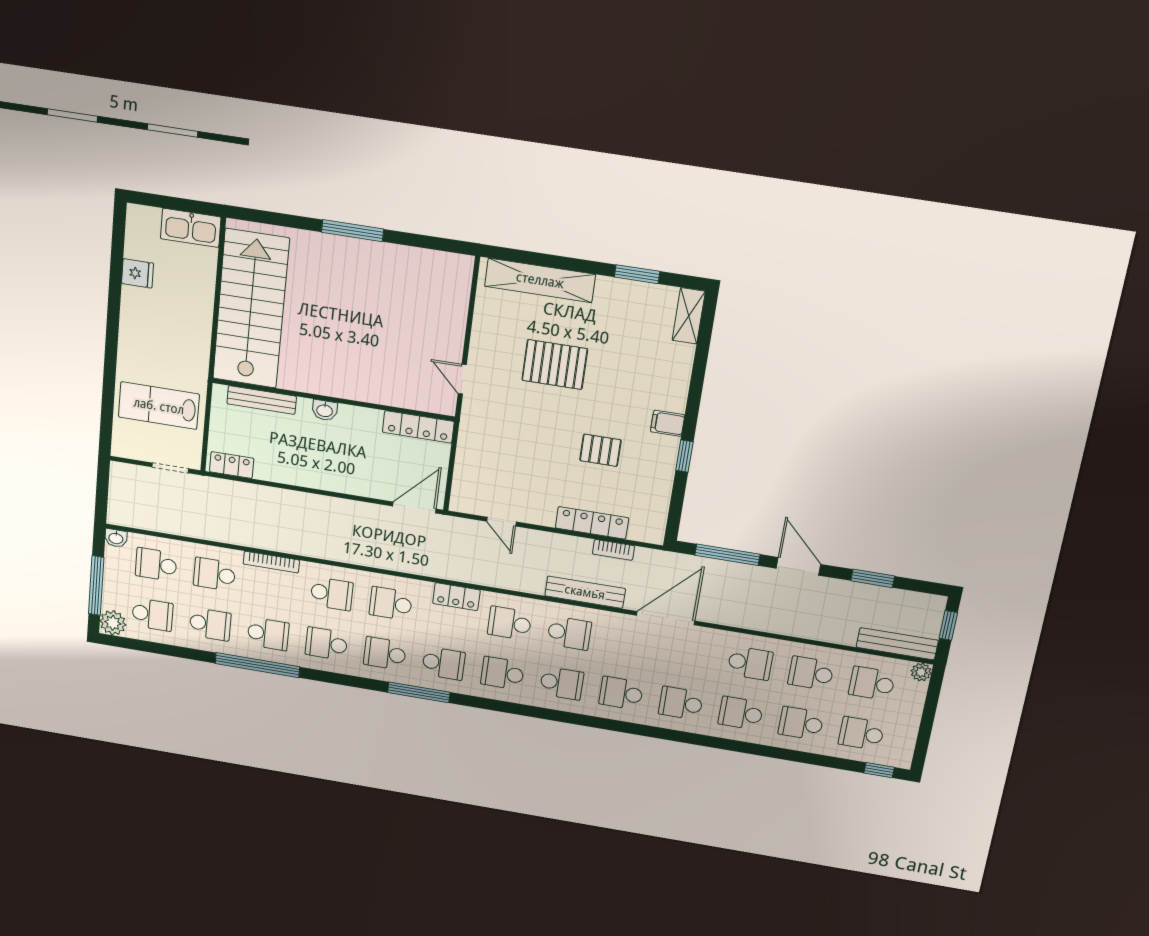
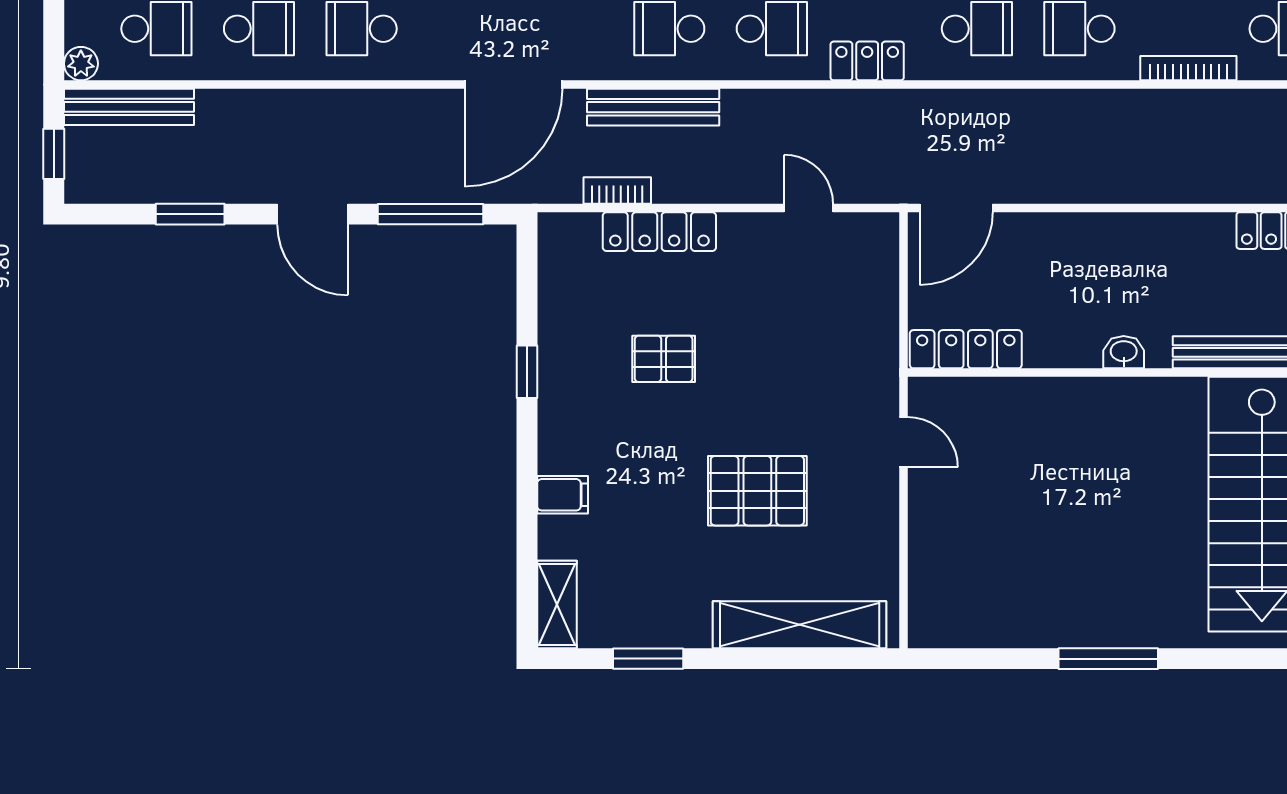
filing cabinet: (668, 423) -> (563, 495), moved

